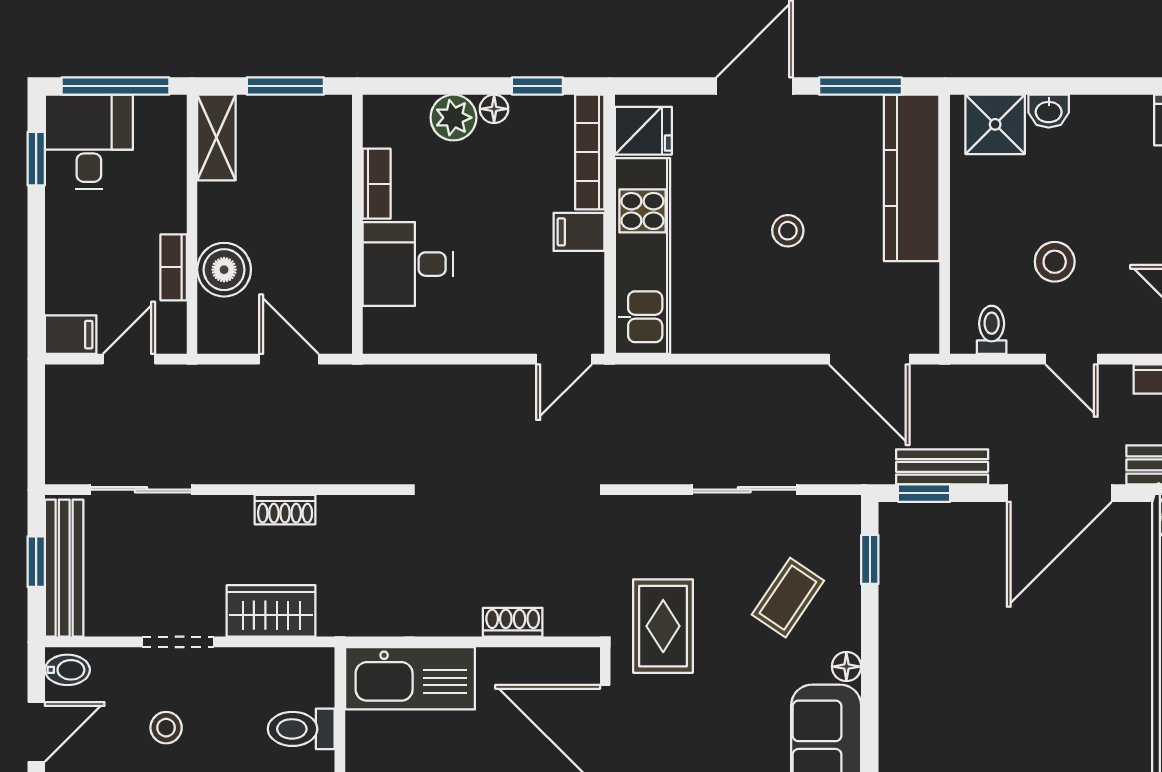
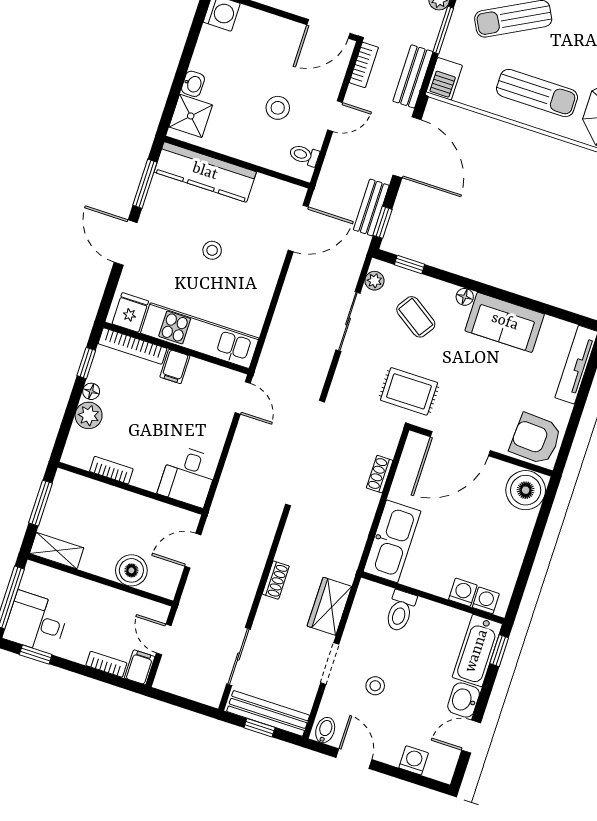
desk: (408, 264) -> (188, 476), moved
bookcase: (174, 267) -> (106, 664), moved, turned 180
plant: (825, 511) -> (374, 281), added

